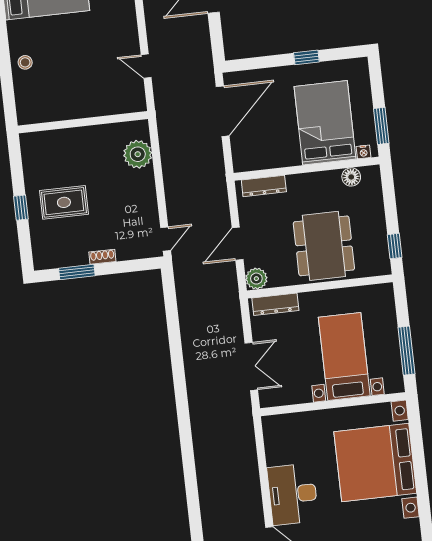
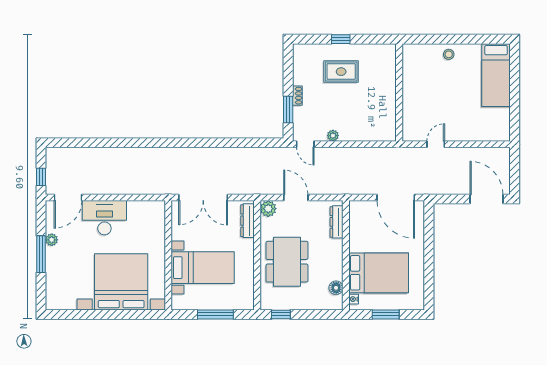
window: (306, 57) -> (429, 264), removed
window: (381, 126) -> (386, 314), moved
plant: (138, 154) -> (333, 136), moved, width x0.53, depth x0.53
rug: (64, 202) -> (341, 72), turned 90
dining table: (324, 246) -> (287, 262), turned 90
window: (77, 272) -> (288, 110), moved
window: (406, 351) -> (215, 314), moved
double door: (251, 366) -> (203, 198), width x1.37

